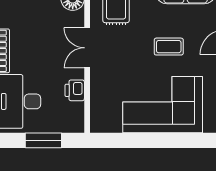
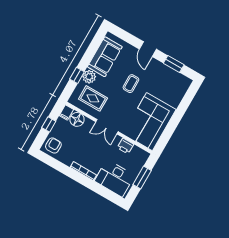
corner sofa: (163, 105) -> (149, 122), moved

